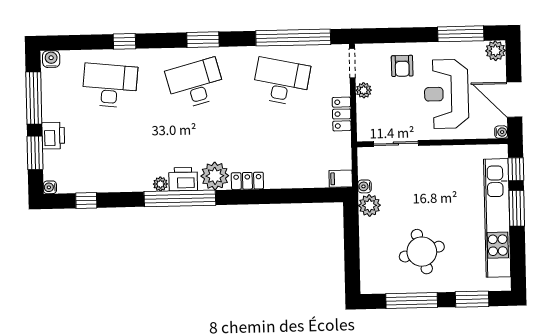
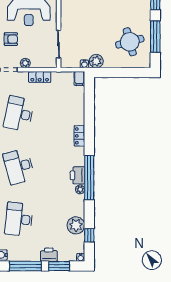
plant: (215, 176) -> (76, 225), moved
round table: (422, 252) -> (130, 42), moved

